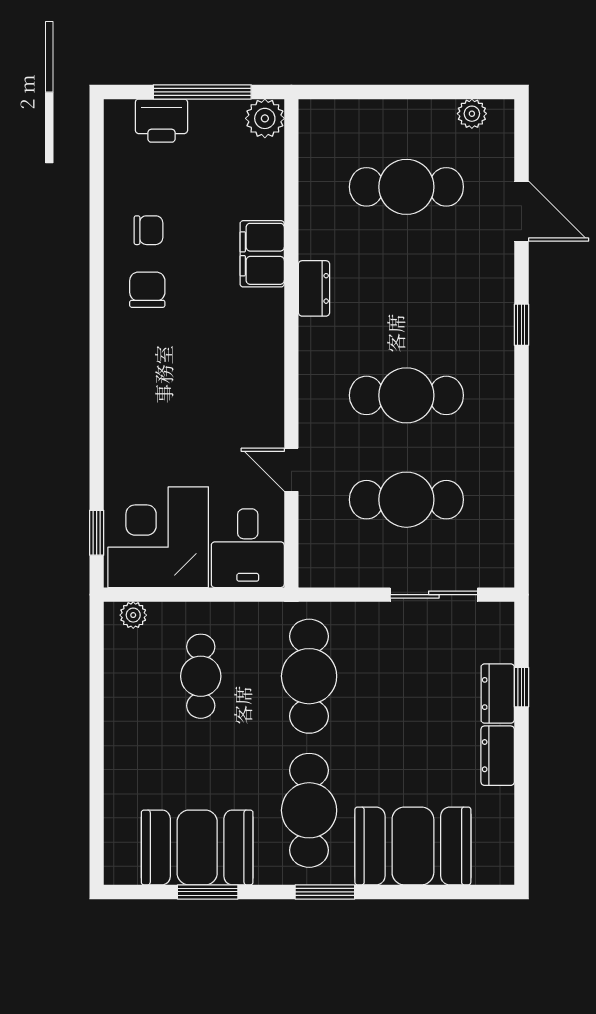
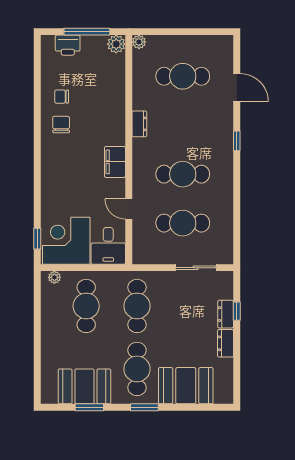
plant: (472, 114) -> (139, 42), moved
chair: (149, 230) -> (62, 97), turned 180
filing cabinet: (262, 254) -> (115, 162), moved
cafe table: (201, 676) -> (86, 306), width x1.37, depth x1.35

